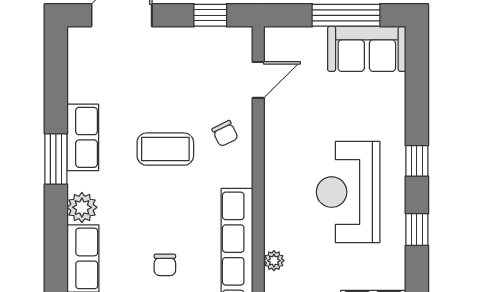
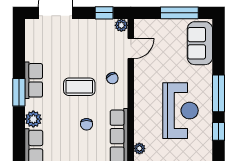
plant: (241, 38) -> (121, 25), added
sofa: (367, 49) -> (200, 43), moved, turned 90
window: (417, 161) -> (218, 93), width x2.17
reception desk: (348, 192) -> (180, 111), turned 180
chair: (165, 265) -> (87, 124), moved

